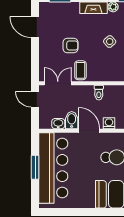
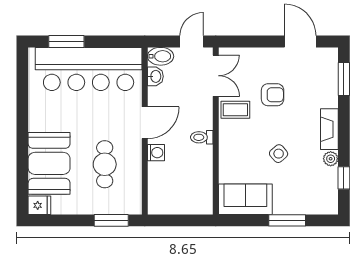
door: (35, 27) -> (300, 41), hinge flipped
armchair: (70, 45) -> (273, 95), turned -90
bidet: (72, 120) -> (161, 56), moved
window: (35, 167) -> (66, 41), moved

